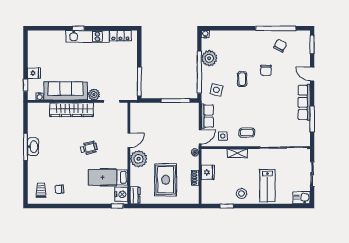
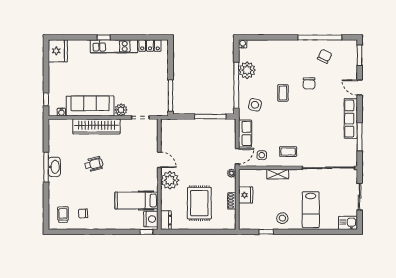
fridge: (34, 73) -> (58, 51), moved, width x1.88, depth x1.34
door: (129, 140) -> (159, 160), hinge flipped
wheelchair: (89, 148) -> (94, 164), moved

